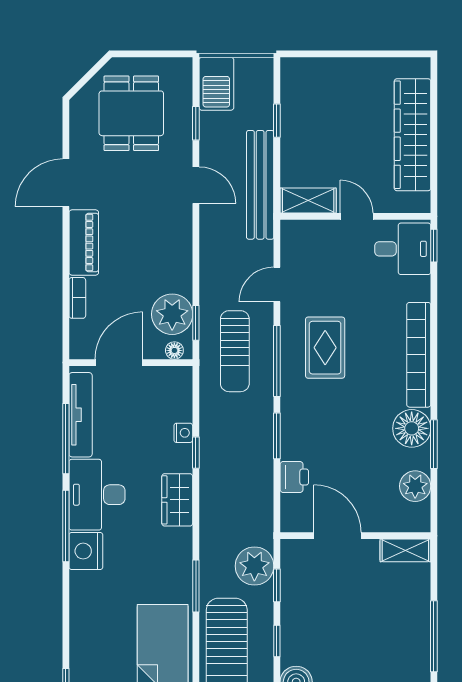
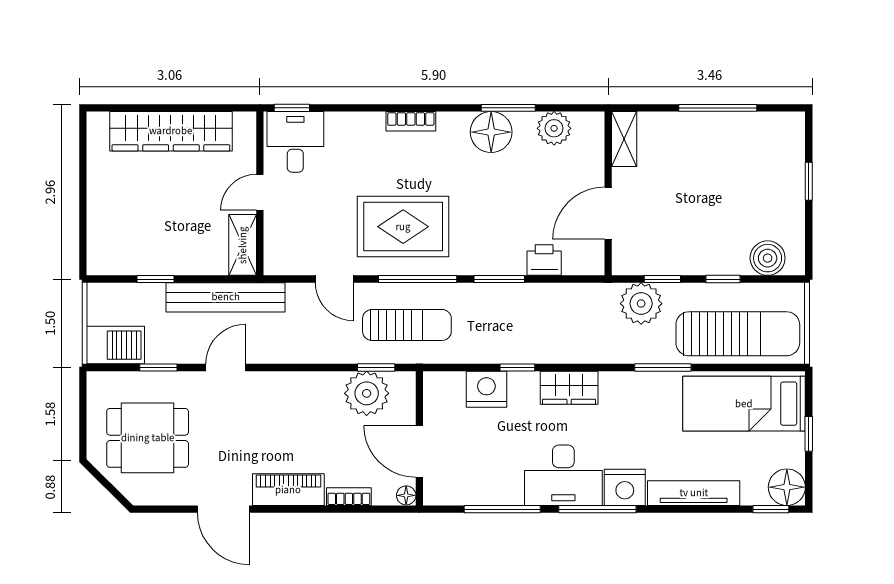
rug: (325, 348) -> (403, 227), width x1.36, depth x1.43
floor lamp: (174, 350) -> (406, 495), moved
bookcase: (419, 355) -> (411, 121), width x0.43, depth x0.76
tv unit: (81, 415) -> (694, 493), moved
nightstand: (183, 433) -> (486, 389), width x1.89, depth x1.79

